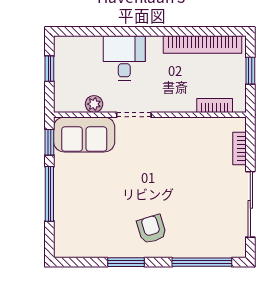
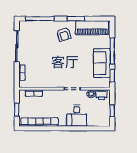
printer: (72, 102) -> (101, 95), added
sofa: (84, 134) -> (102, 63), moved, turned -90
piano: (92, 243) -> (92, 28), added

